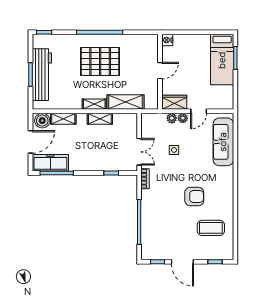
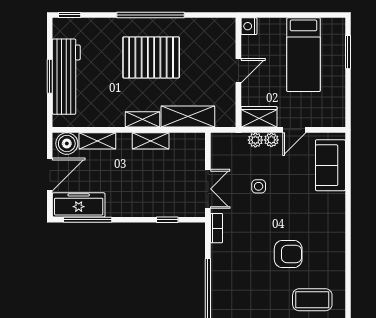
bed: (222, 60) -> (303, 55), moved
sofa: (223, 142) -> (330, 165), width x0.73

